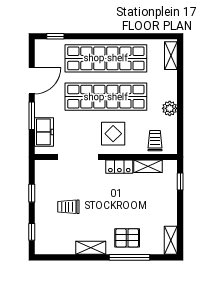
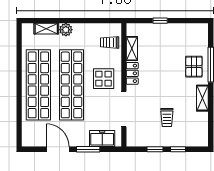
window: (55, 36) -> (19, 129), removed
shelving: (171, 56) -> (46, 29), moved
plant: (170, 108) -> (66, 30), moved
window: (180, 182) -> (160, 21), moved
window: (32, 232) -> (178, 149), moved
shelving: (171, 240) -> (196, 29), removed

